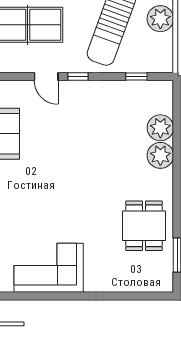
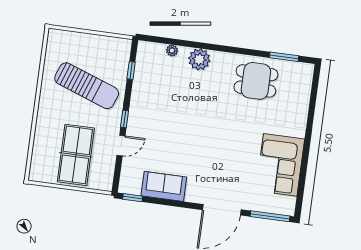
plant: (160, 19) -> (86, 44), removed
plant: (160, 128) -> (172, 51), width x0.53, depth x0.53

